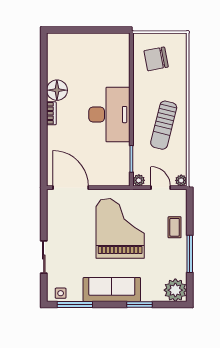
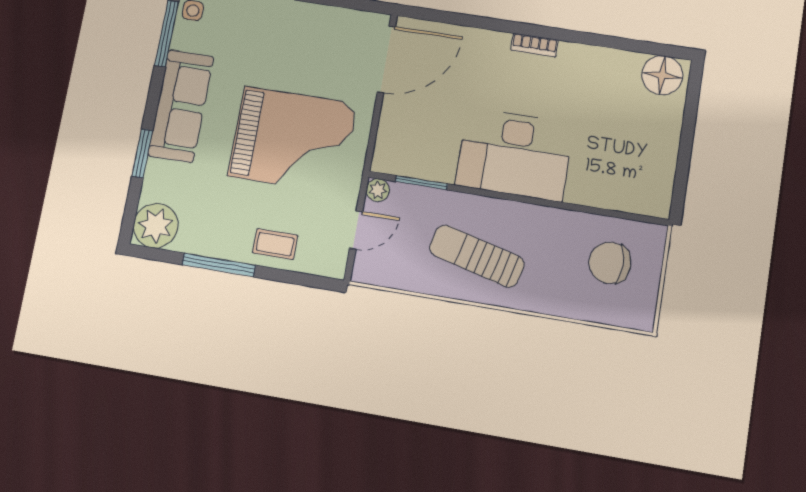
chair: (156, 59) -> (610, 263), turned -79
floor lamp: (57, 90) -> (662, 75), moved
plant: (181, 180) -> (363, 272), removed

